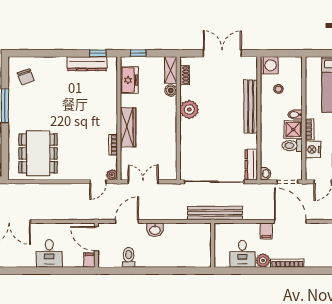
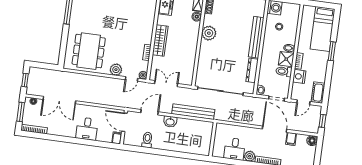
dresser: (251, 165) -> (252, 70), moved
plant: (76, 172) -> (116, 70), added
bench: (215, 213) -> (193, 112), moved
filing cabinet: (266, 231) -> (291, 139), moved

